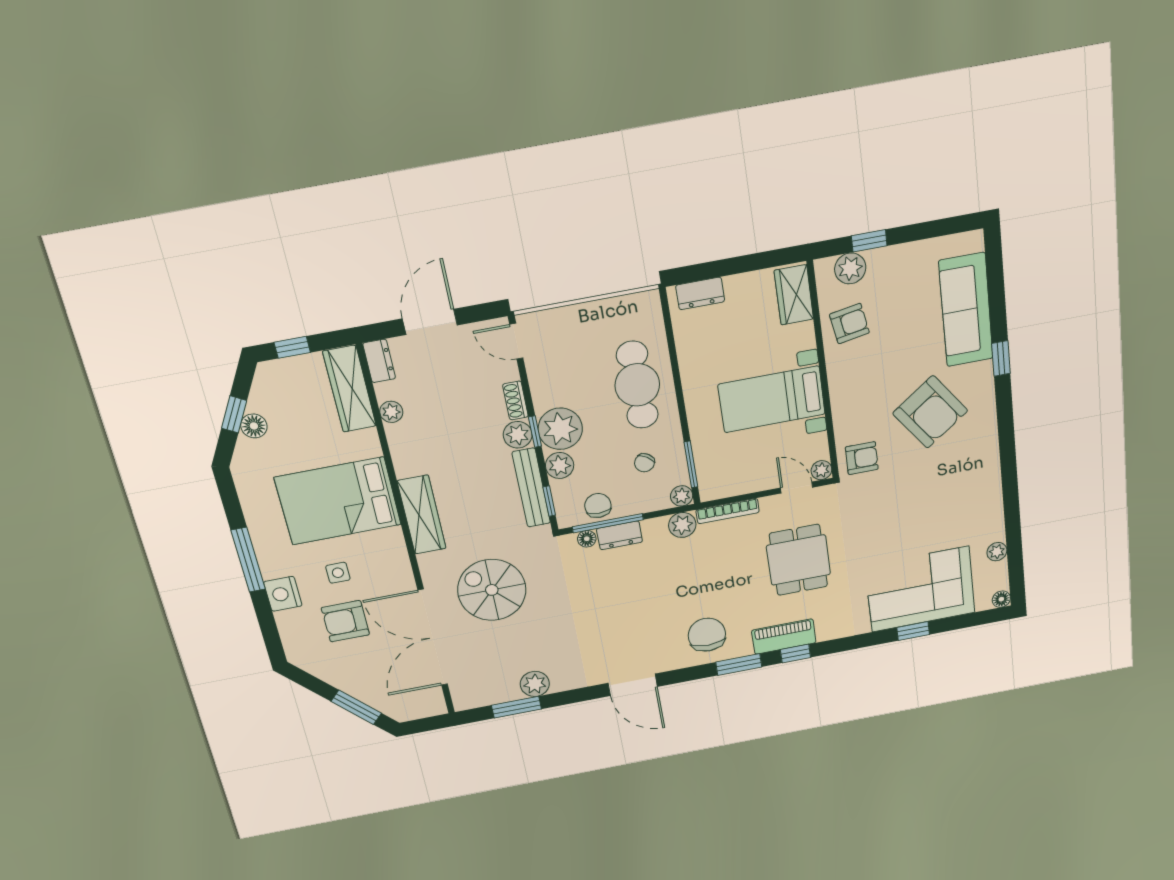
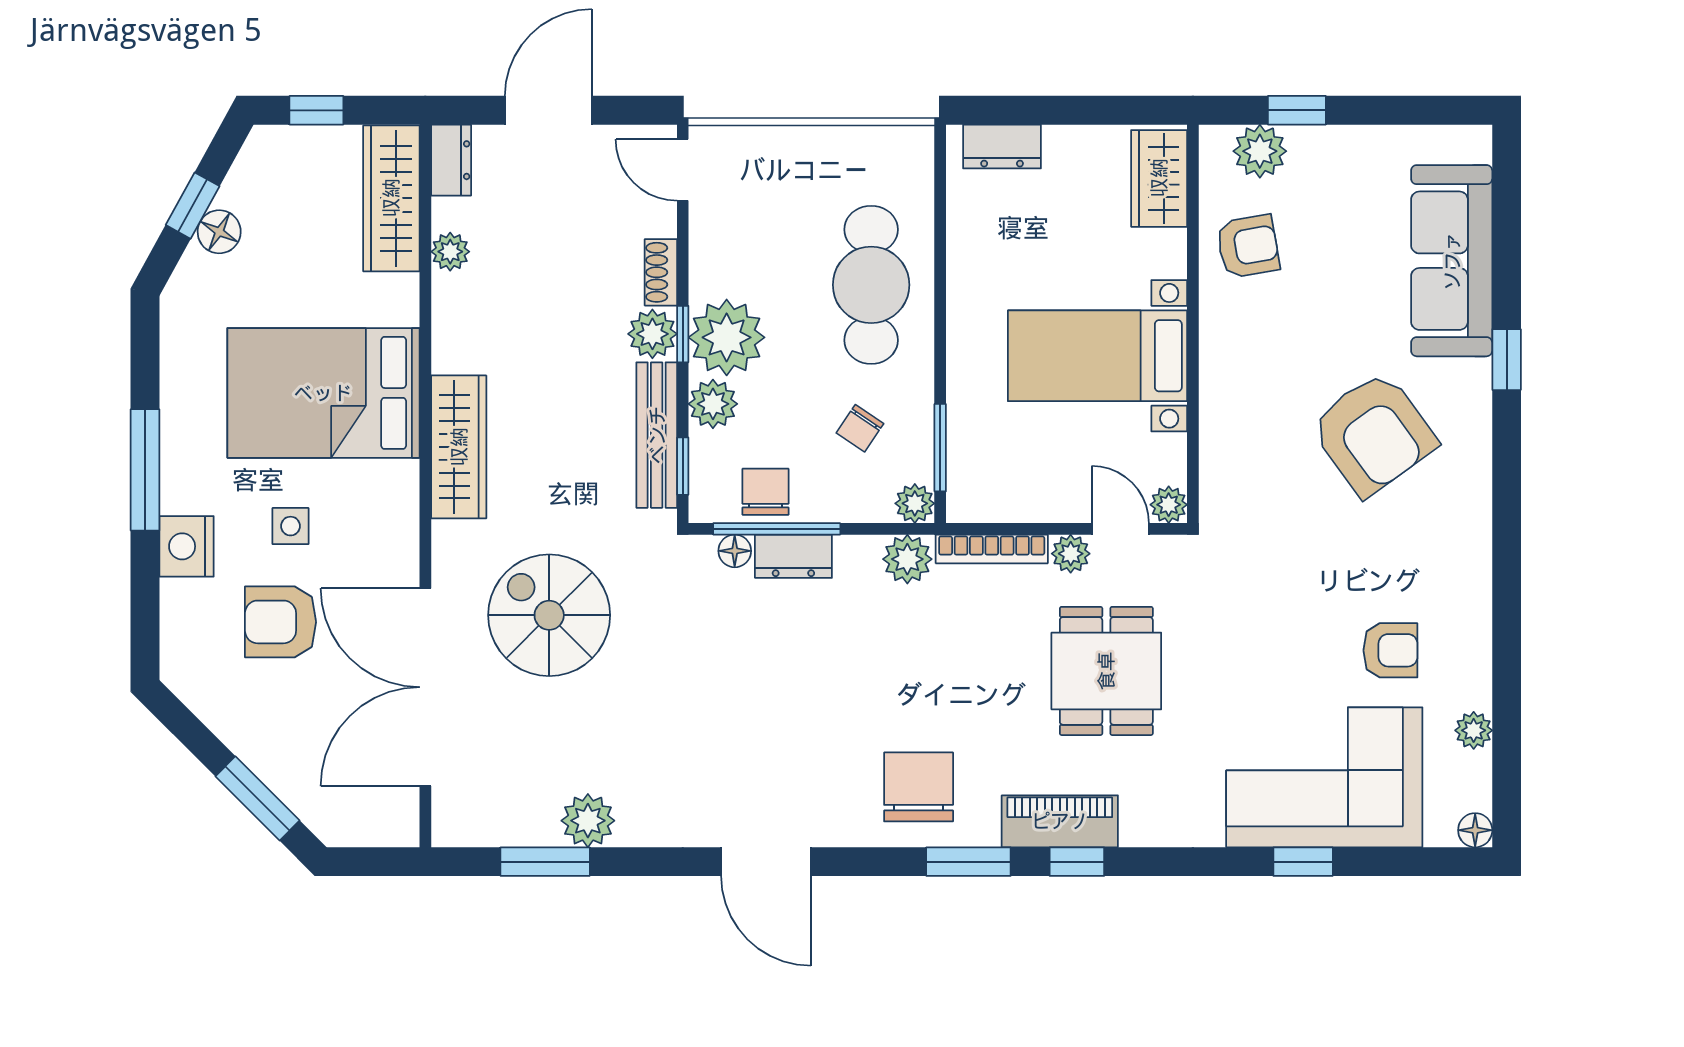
armchair: (862, 458) -> (1390, 650), moved
plant: (771, 505) -> (1071, 554), added

